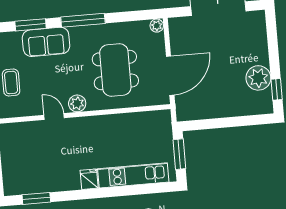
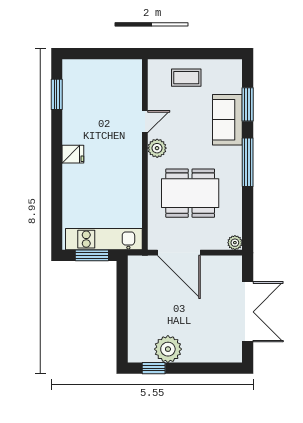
kitchen unit: (133, 175) -> (104, 239), moved, turned -90

